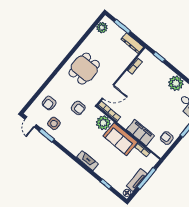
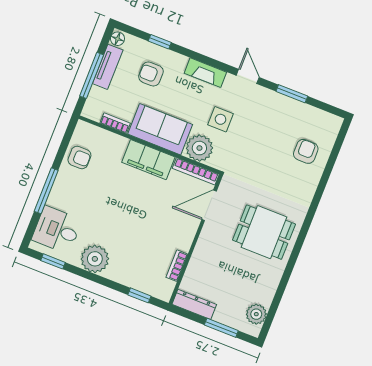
dining table: (84, 69) -> (264, 232), turned 90
armchair: (78, 108) -> (151, 74), moved
door: (31, 122) -> (248, 76), moved
side table: (54, 123) -> (221, 119), moved
filing cabinet: (140, 133) -> (148, 160), moved

